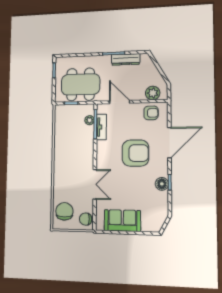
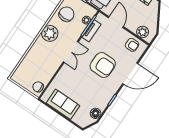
plant: (63, 158) -> (50, 33), added
double door: (95, 184) -> (71, 52), moved
floor lamp: (162, 184) -> (96, 113), moved
chair: (64, 211) -> (66, 14), moved

